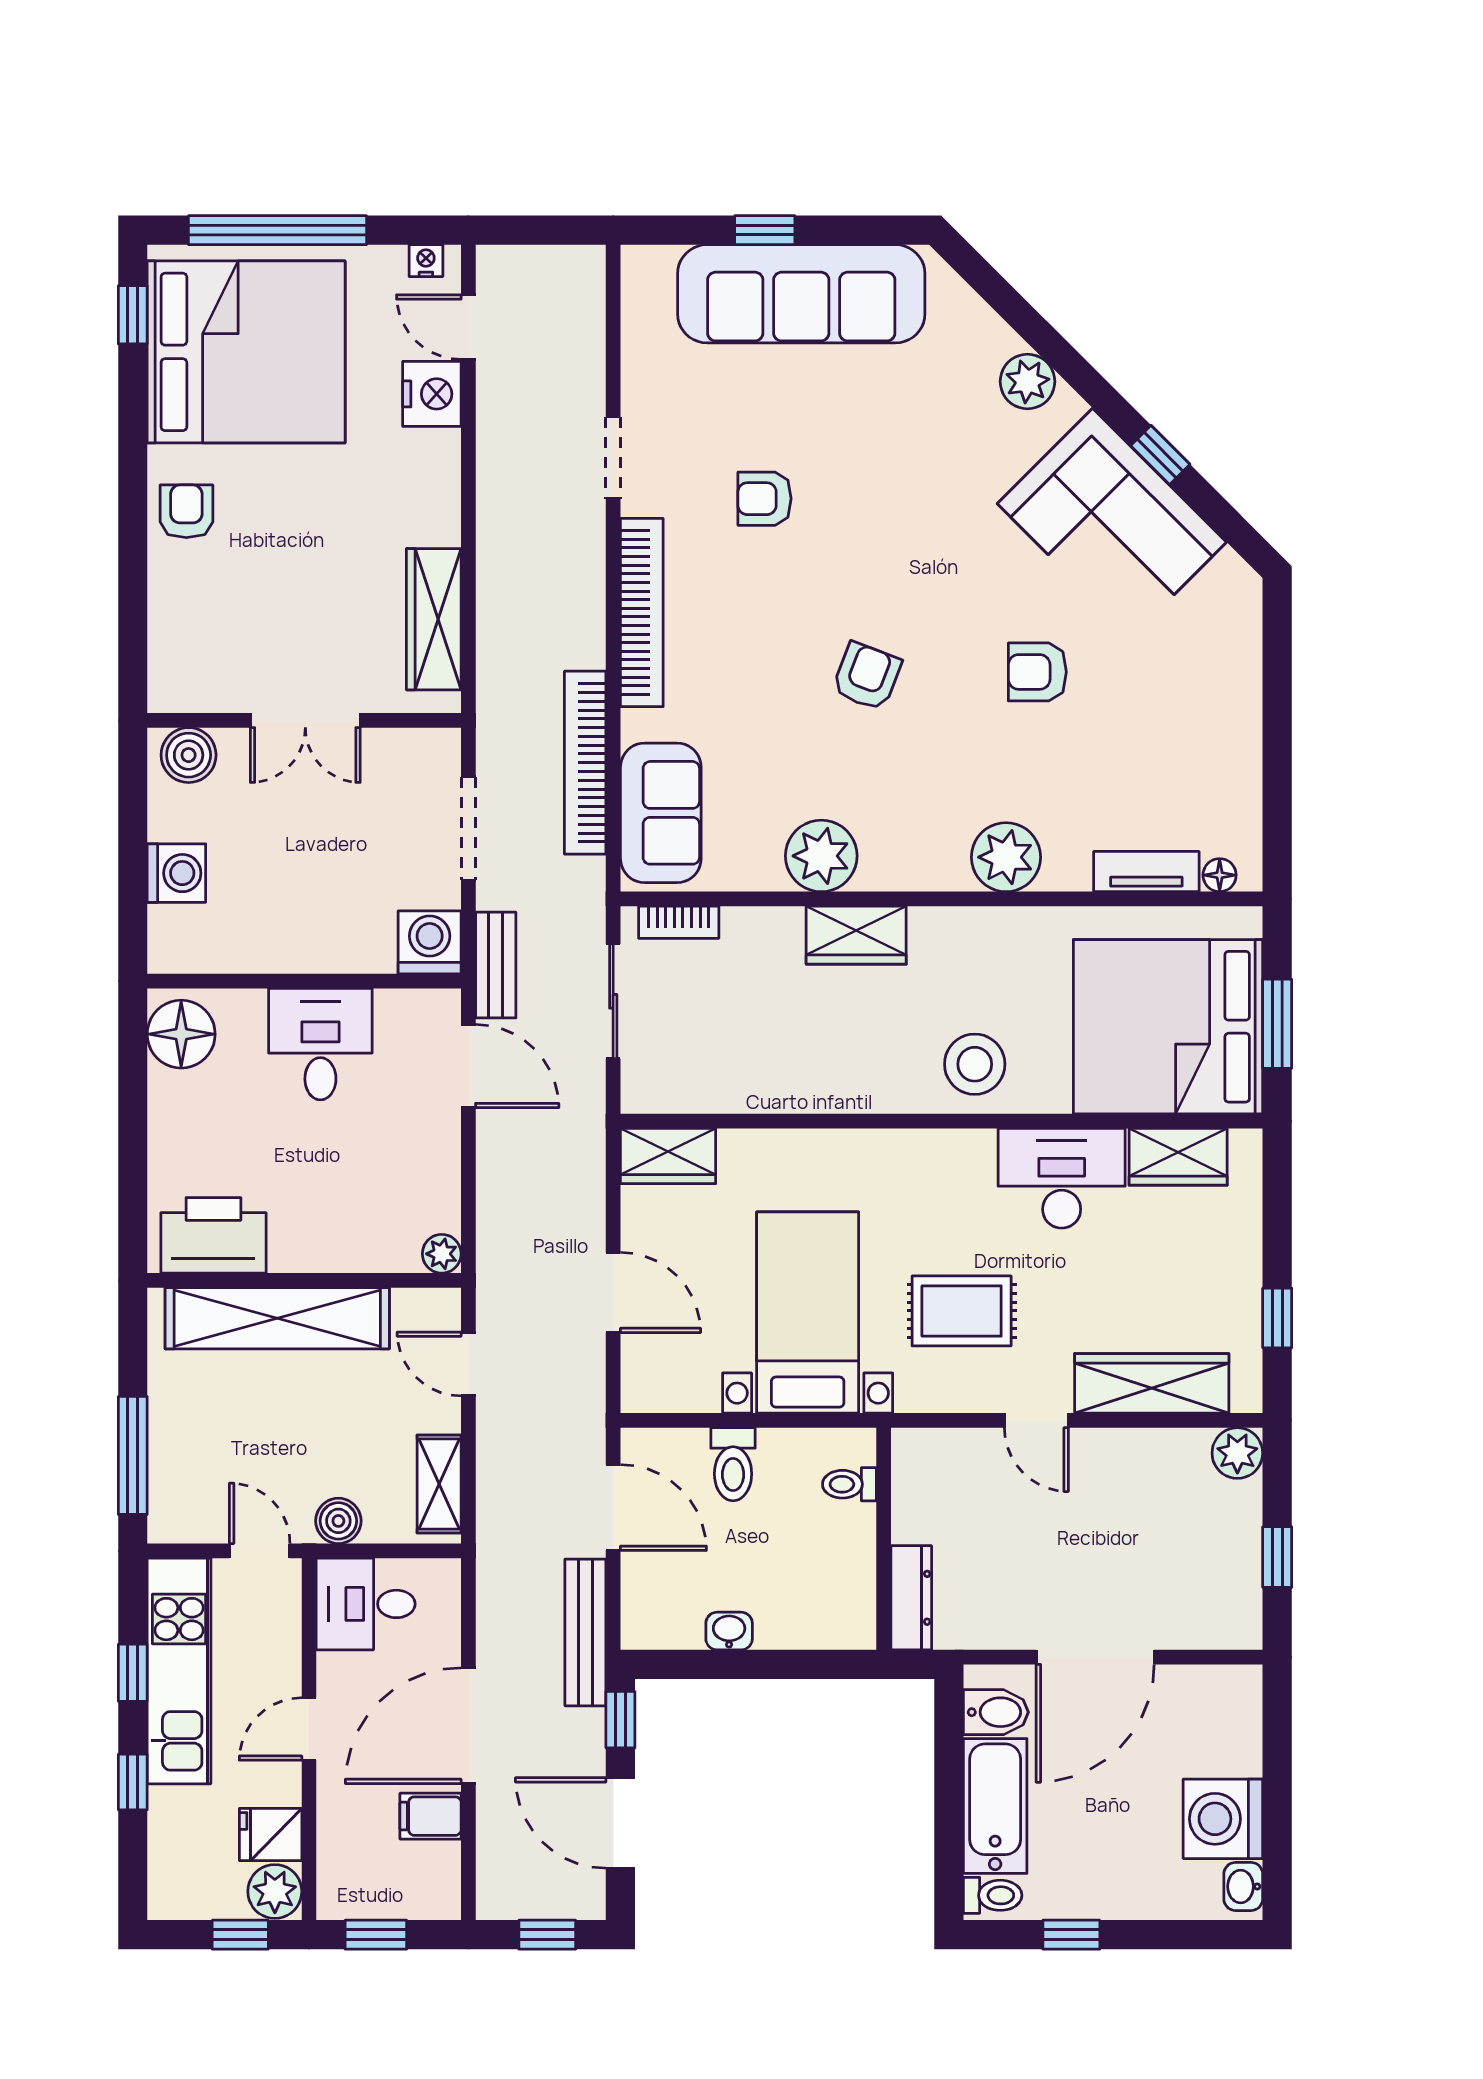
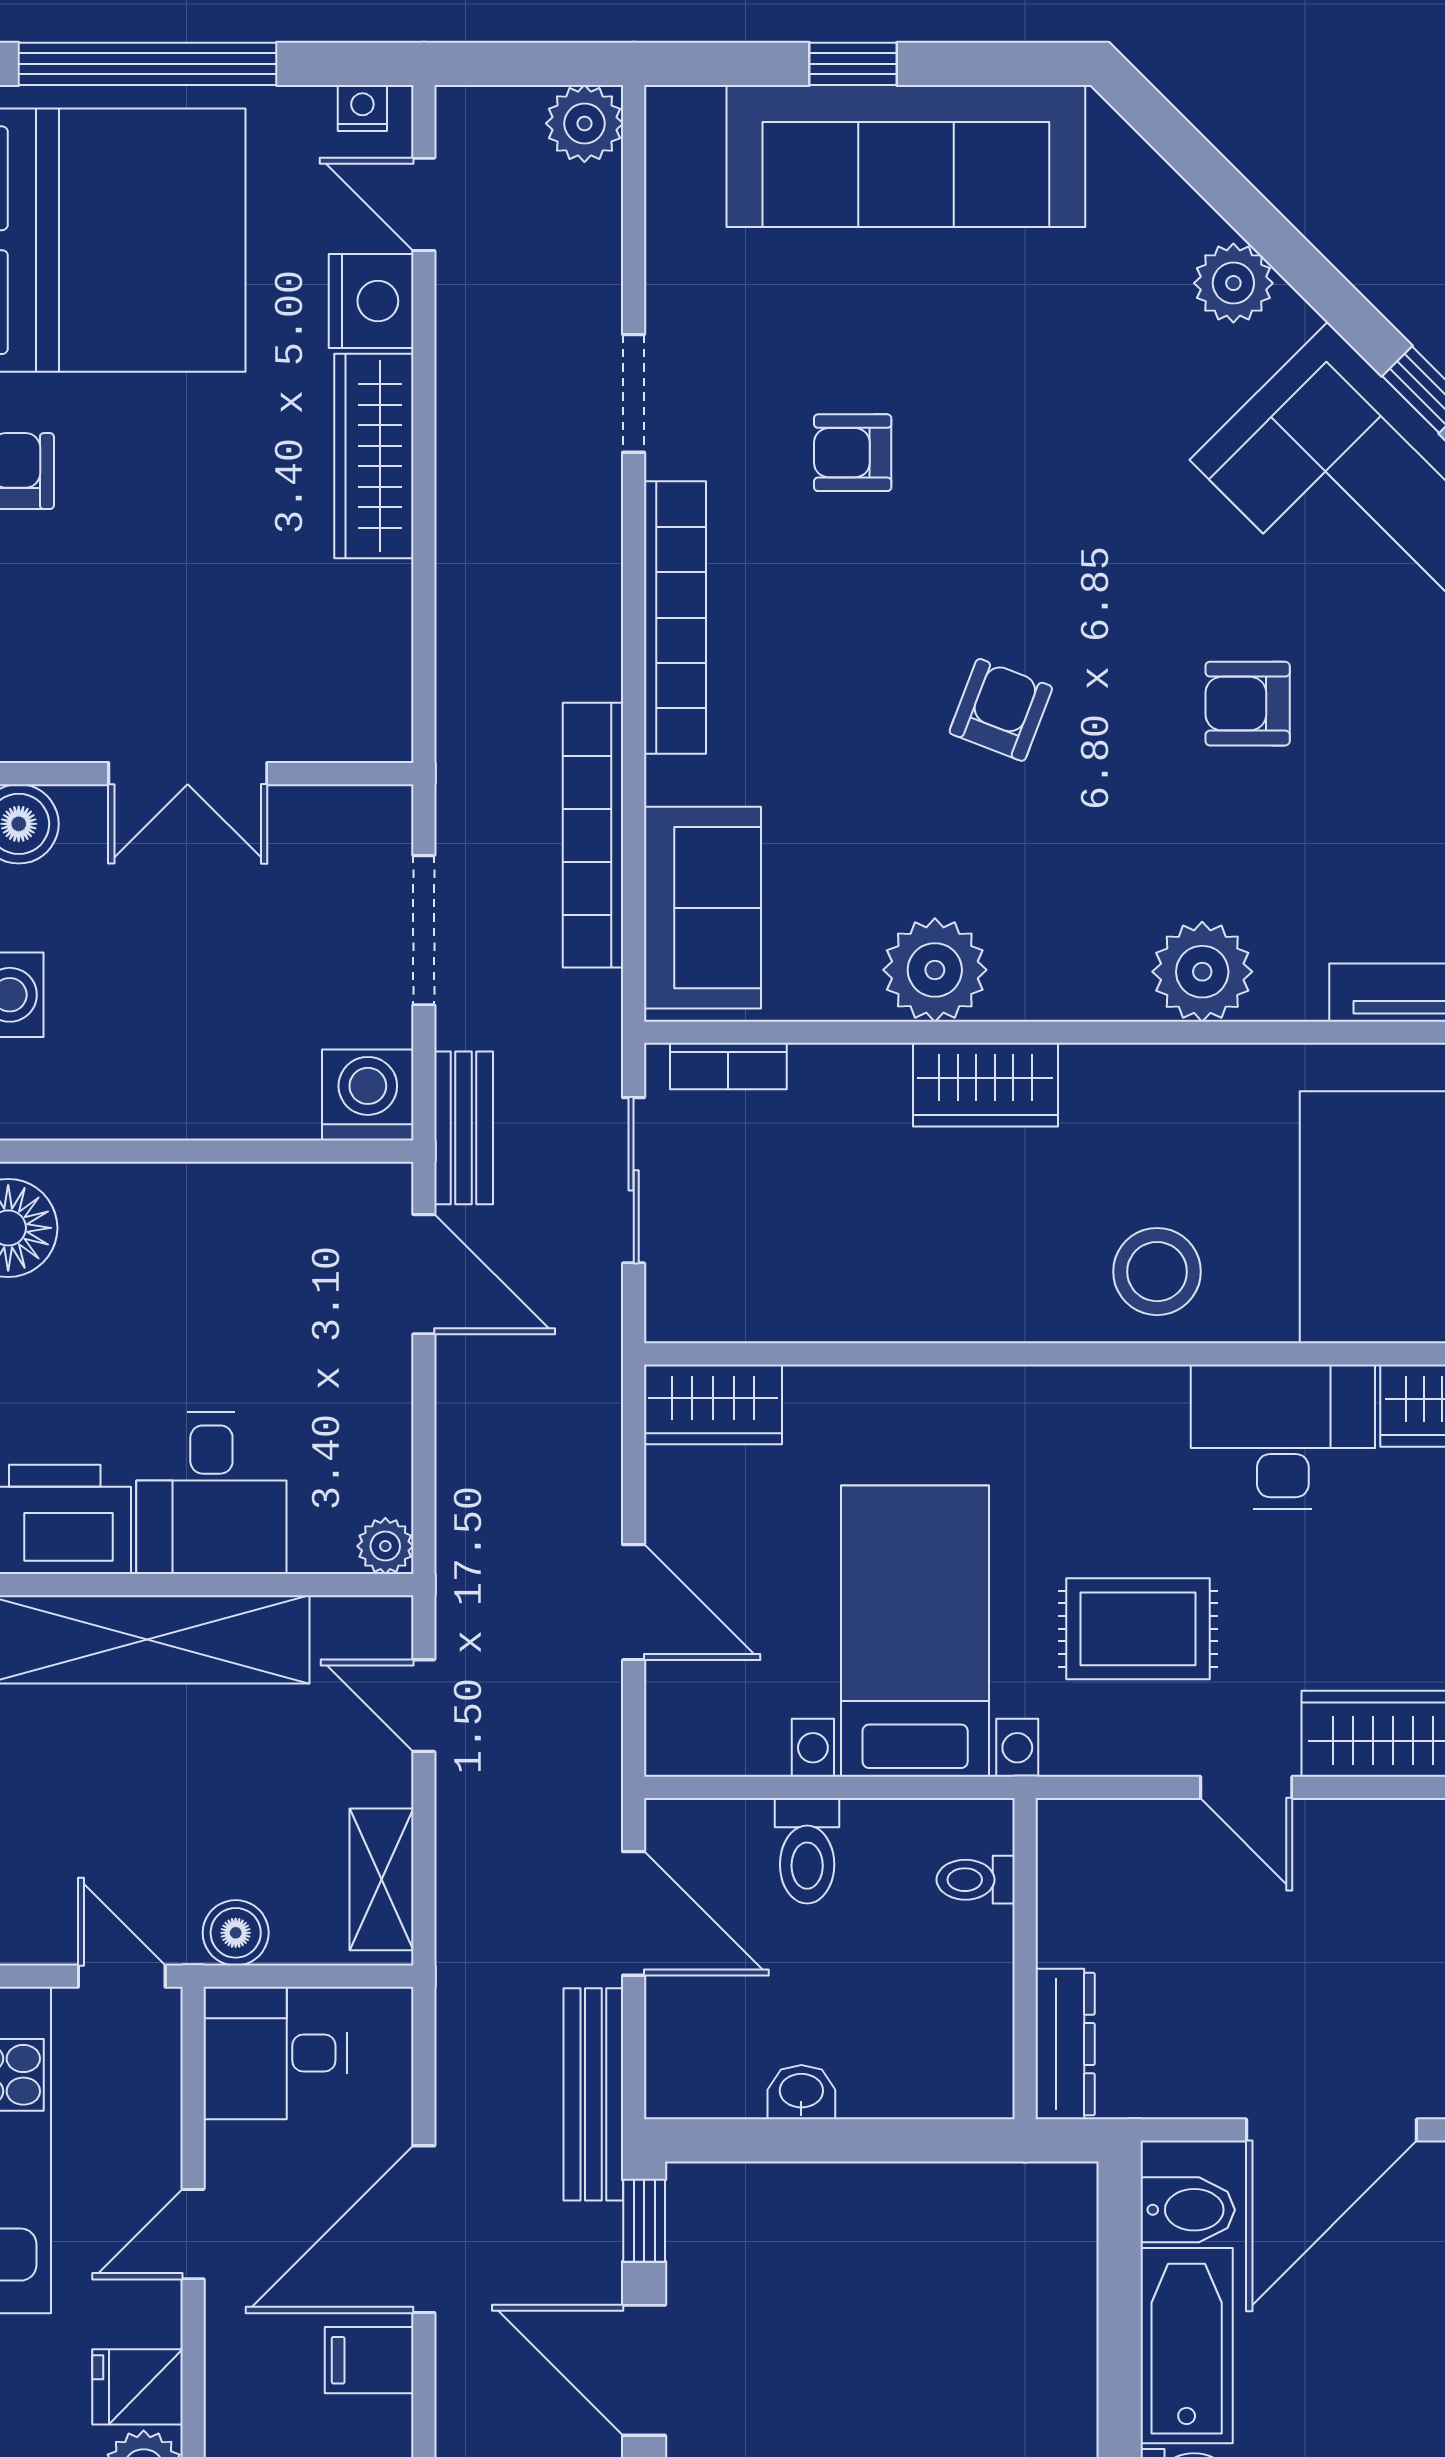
plant: (579, 271) -> (584, 123), added
wardrobe: (434, 619) -> (374, 456), moved
desk: (320, 1044) -> (211, 1493), moved, turned 180

